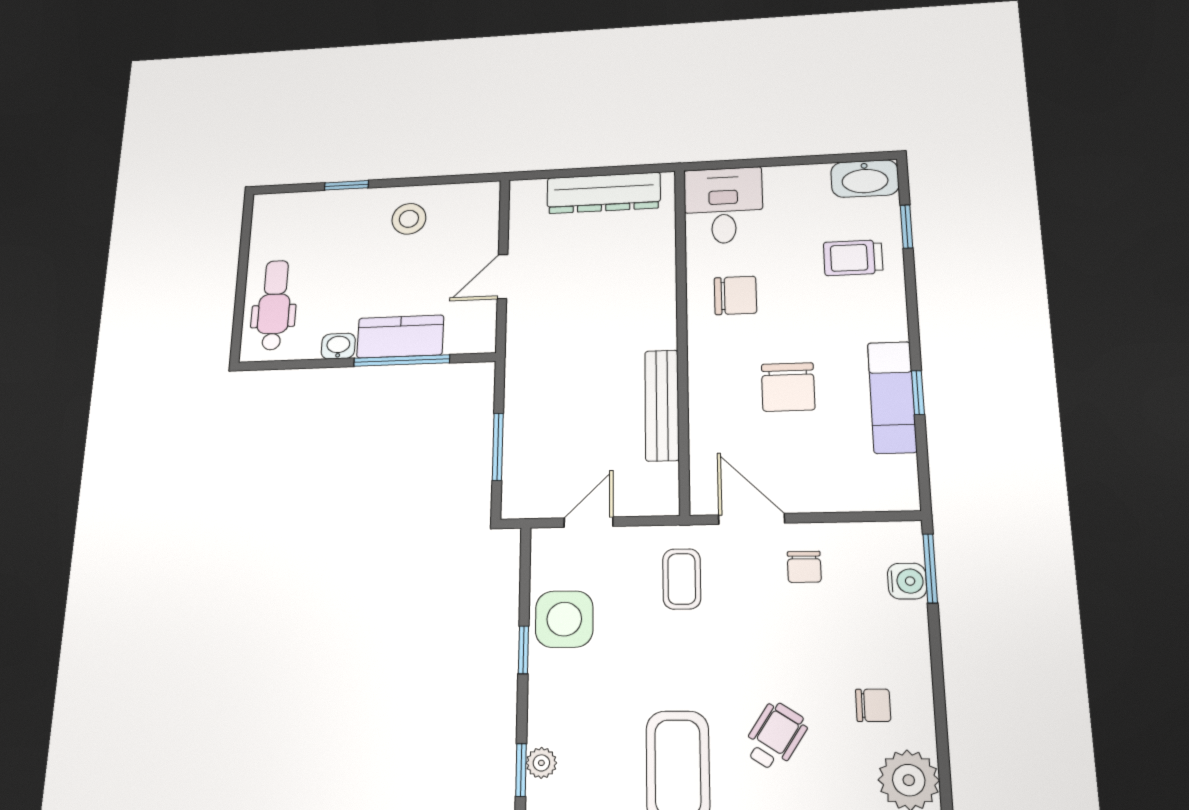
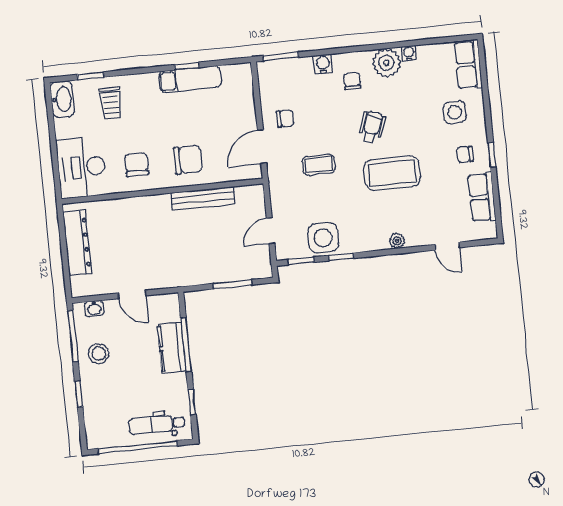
window: (445, 180) -> (73, 336), added
desk: (723, 206) -> (81, 167), width x1.37
window: (242, 273) -> (138, 447), added
washbasin: (338, 346) -> (94, 308), moved, turned -90
window: (302, 364) -> (192, 402), added
chair: (788, 387) -> (188, 160), moved
door: (588, 522) -> (271, 231), hinge flipped
coffee table: (682, 579) -> (319, 165), moved
water cooler: (907, 581) -> (323, 64), moved
wheelchair: (775, 736) -> (372, 127), turned 76
window: (521, 770) -> (301, 261), moved

